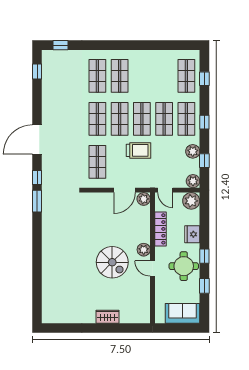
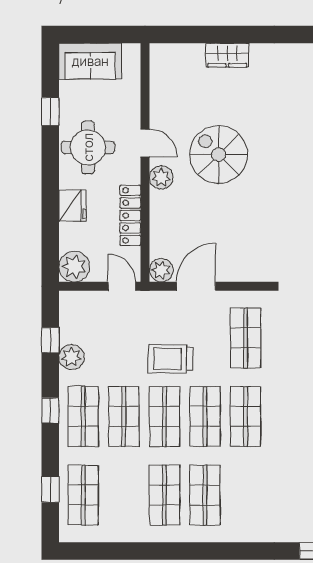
shop shelf: (97, 76) -> (164, 495), moved
plant: (193, 181) -> (71, 303), removed
window: (204, 256) -> (50, 166), removed

